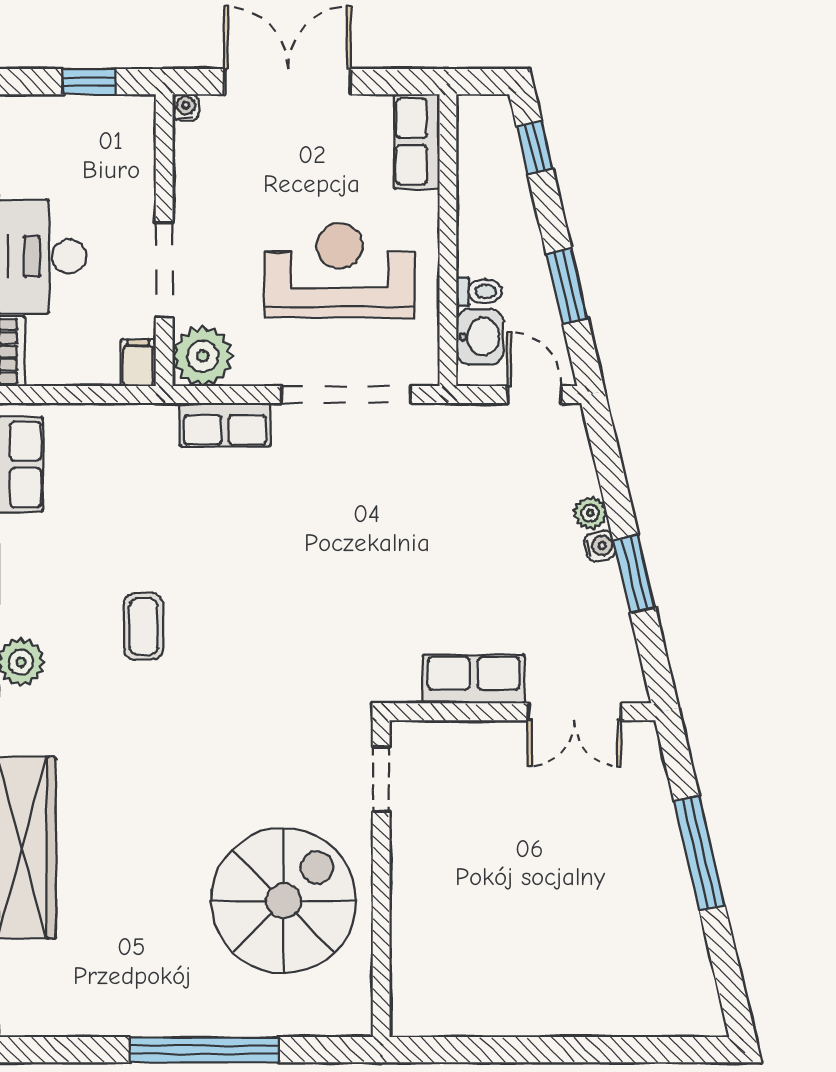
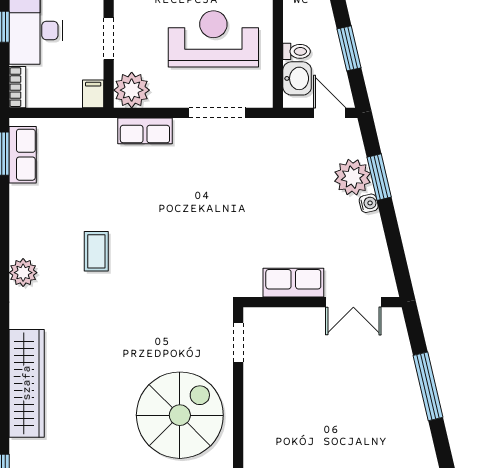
doorway: (164, 270) -> (109, 39), width x0.73
doorway: (346, 395) -> (217, 113), width x0.73
plant: (590, 513) -> (353, 177), width x1.88, depth x1.88
window: (634, 574) -> (379, 177), moved

